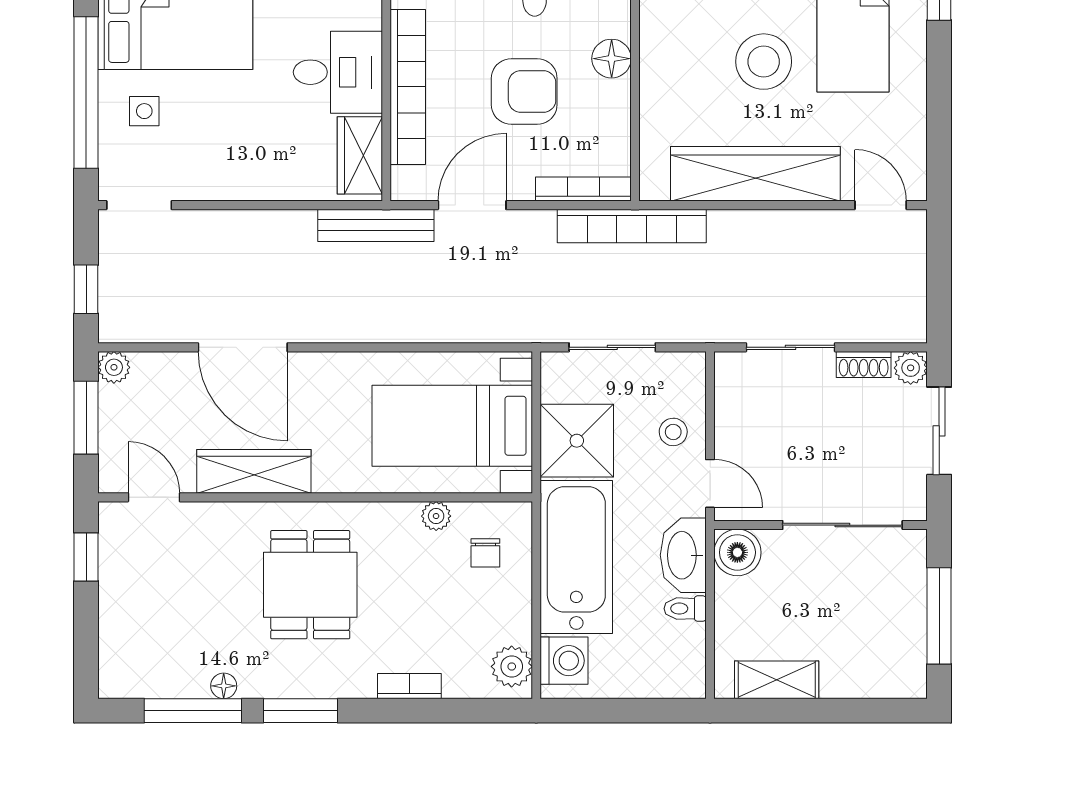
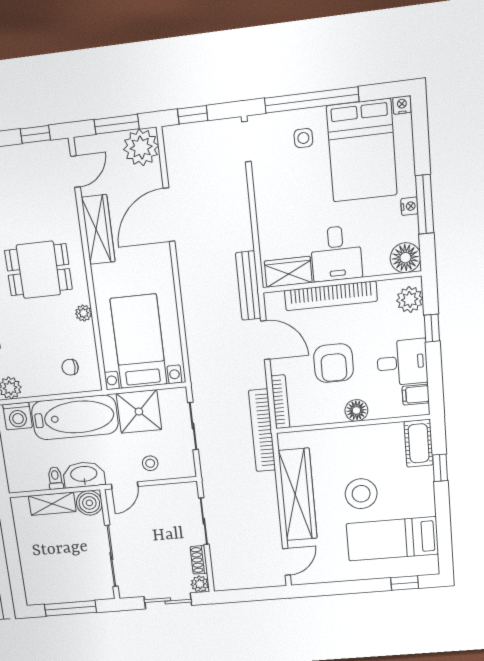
plant: (114, 367) -> (141, 147), width x1.87, depth x1.87
plant: (436, 516) -> (84, 313), moved
shelving: (777, 680) -> (52, 504), moved, turned 90

